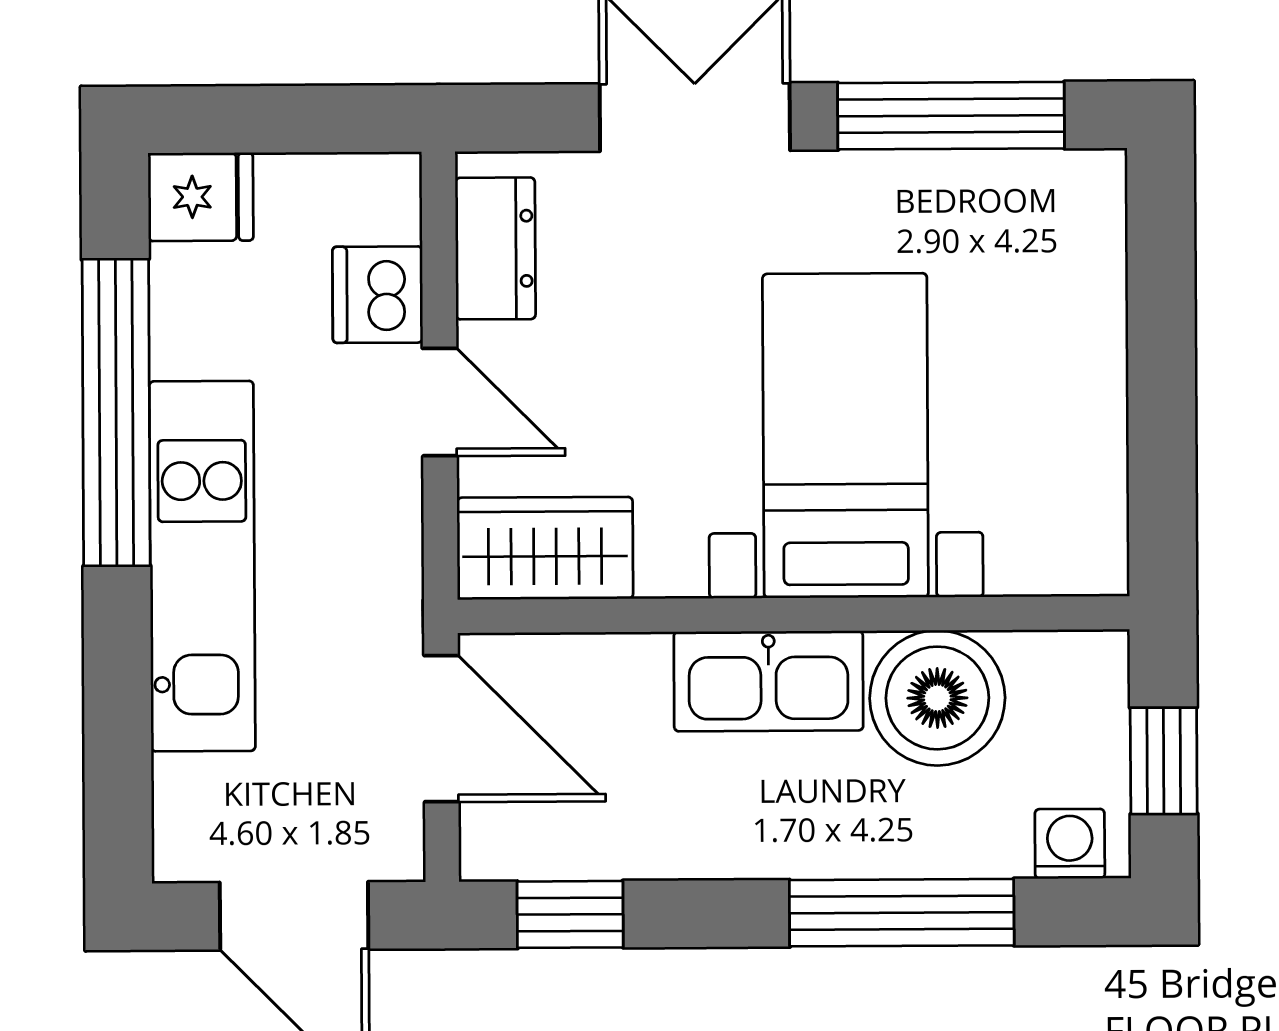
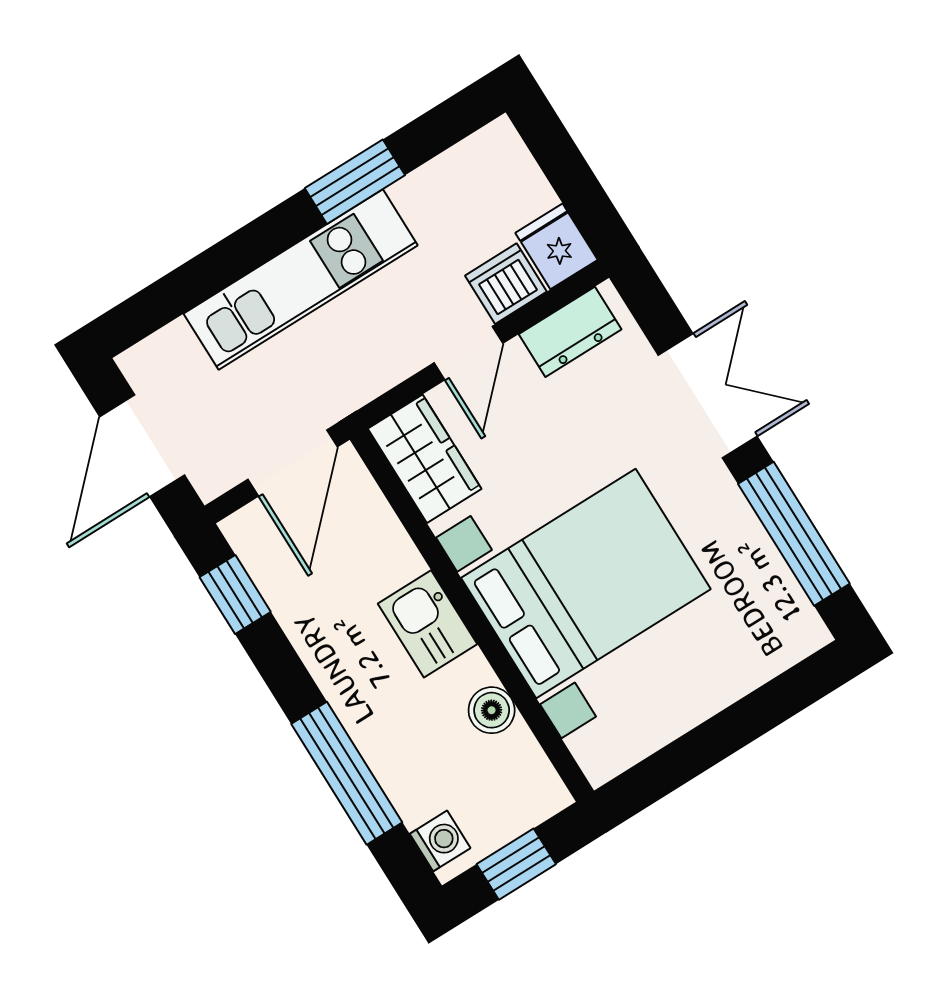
fridge: (201, 197) -> (557, 246), moved, turned 180
window: (116, 413) -> (355, 182), width x0.47
bed with nightstands: (845, 436) -> (586, 583), width x1.36
kitchen sink: (768, 681) -> (427, 624), width x0.73
boiler: (937, 698) -> (492, 710), width x0.54, depth x0.54

